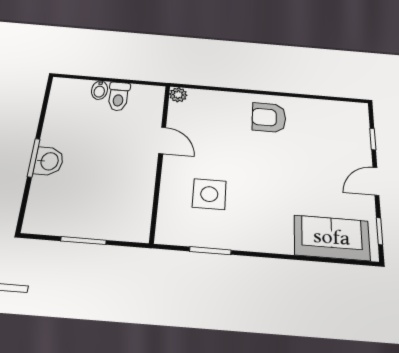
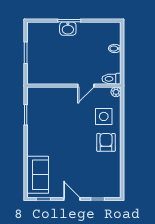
toilet: (119, 96) -> (112, 79), moved
side table: (209, 194) -> (104, 116), moved

